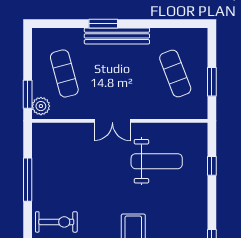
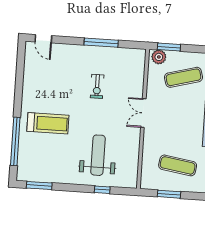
exercise mat: (175, 73) -> (178, 165), turned 30
weight bench: (157, 161) -> (98, 155), moved, turned 180
exercise bike: (56, 222) -> (97, 86), moved, width x0.73, depth x0.72

